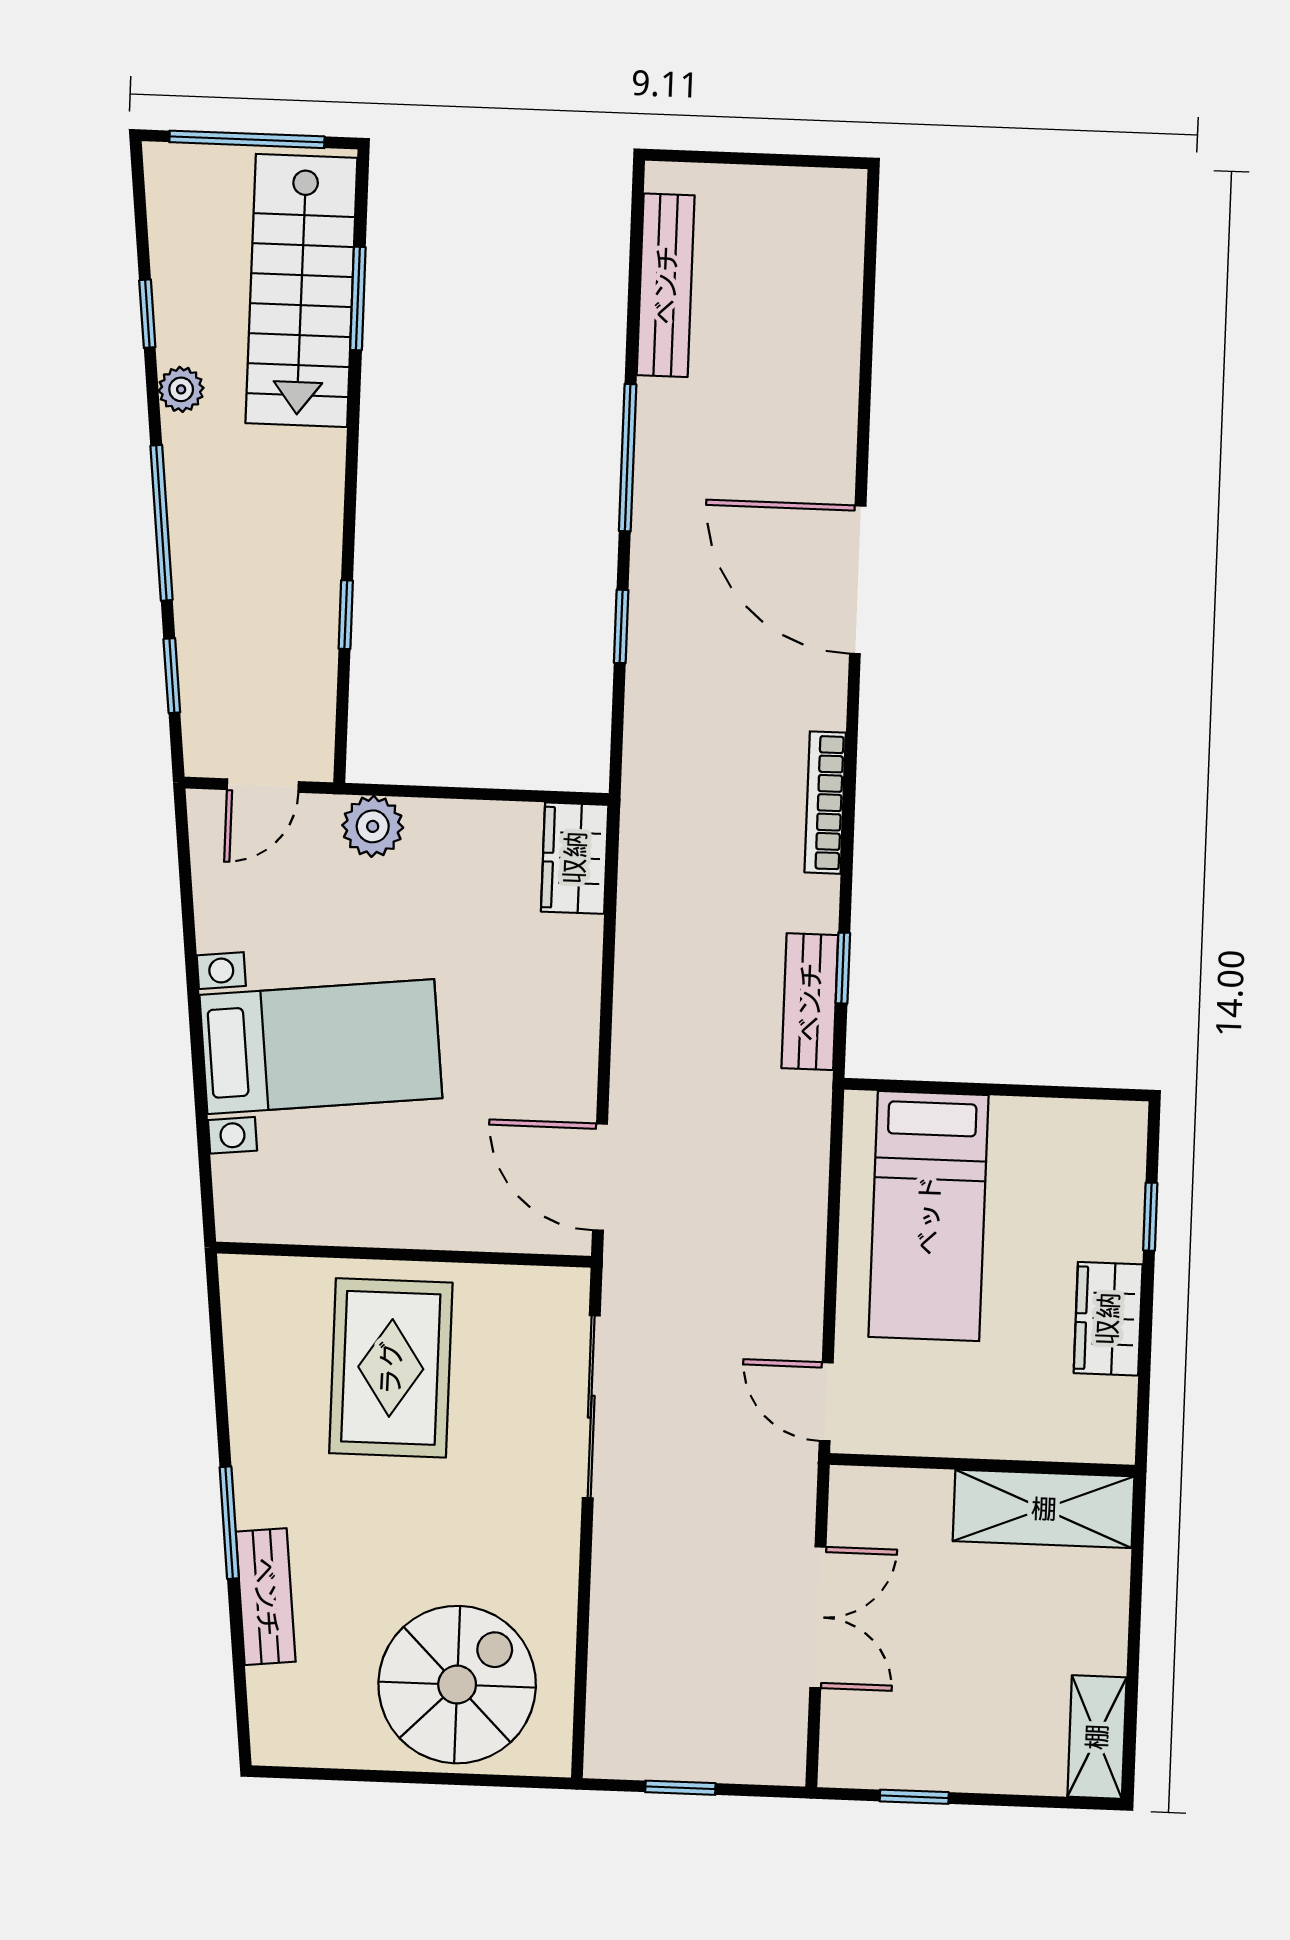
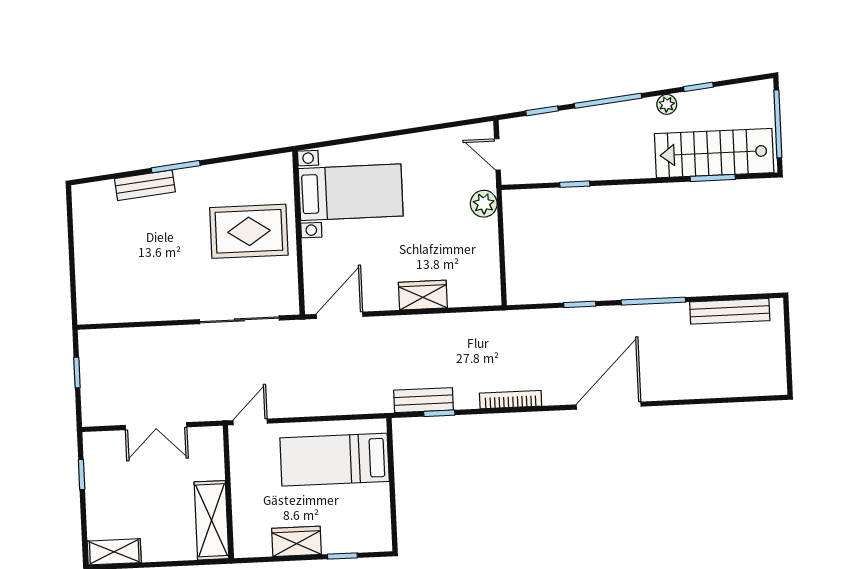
wardrobe: (575, 858) -> (423, 295), moved
bed with nightstands: (321, 1047) -> (351, 192), moved, turned -84
spiral stairs: (457, 1685) -> (114, 272), removed

